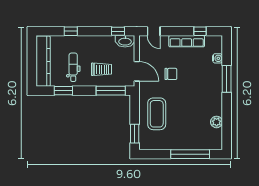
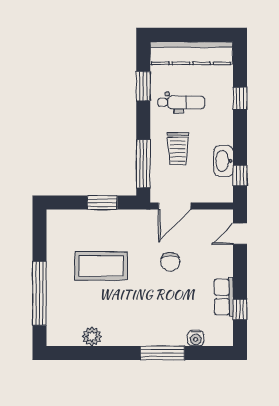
washbasin: (125, 41) -> (224, 161), moved
row of seats: (187, 41) -> (224, 297), width x0.68
coffee table: (157, 114) -> (101, 266), moved
window: (135, 134) -> (102, 203), moved

